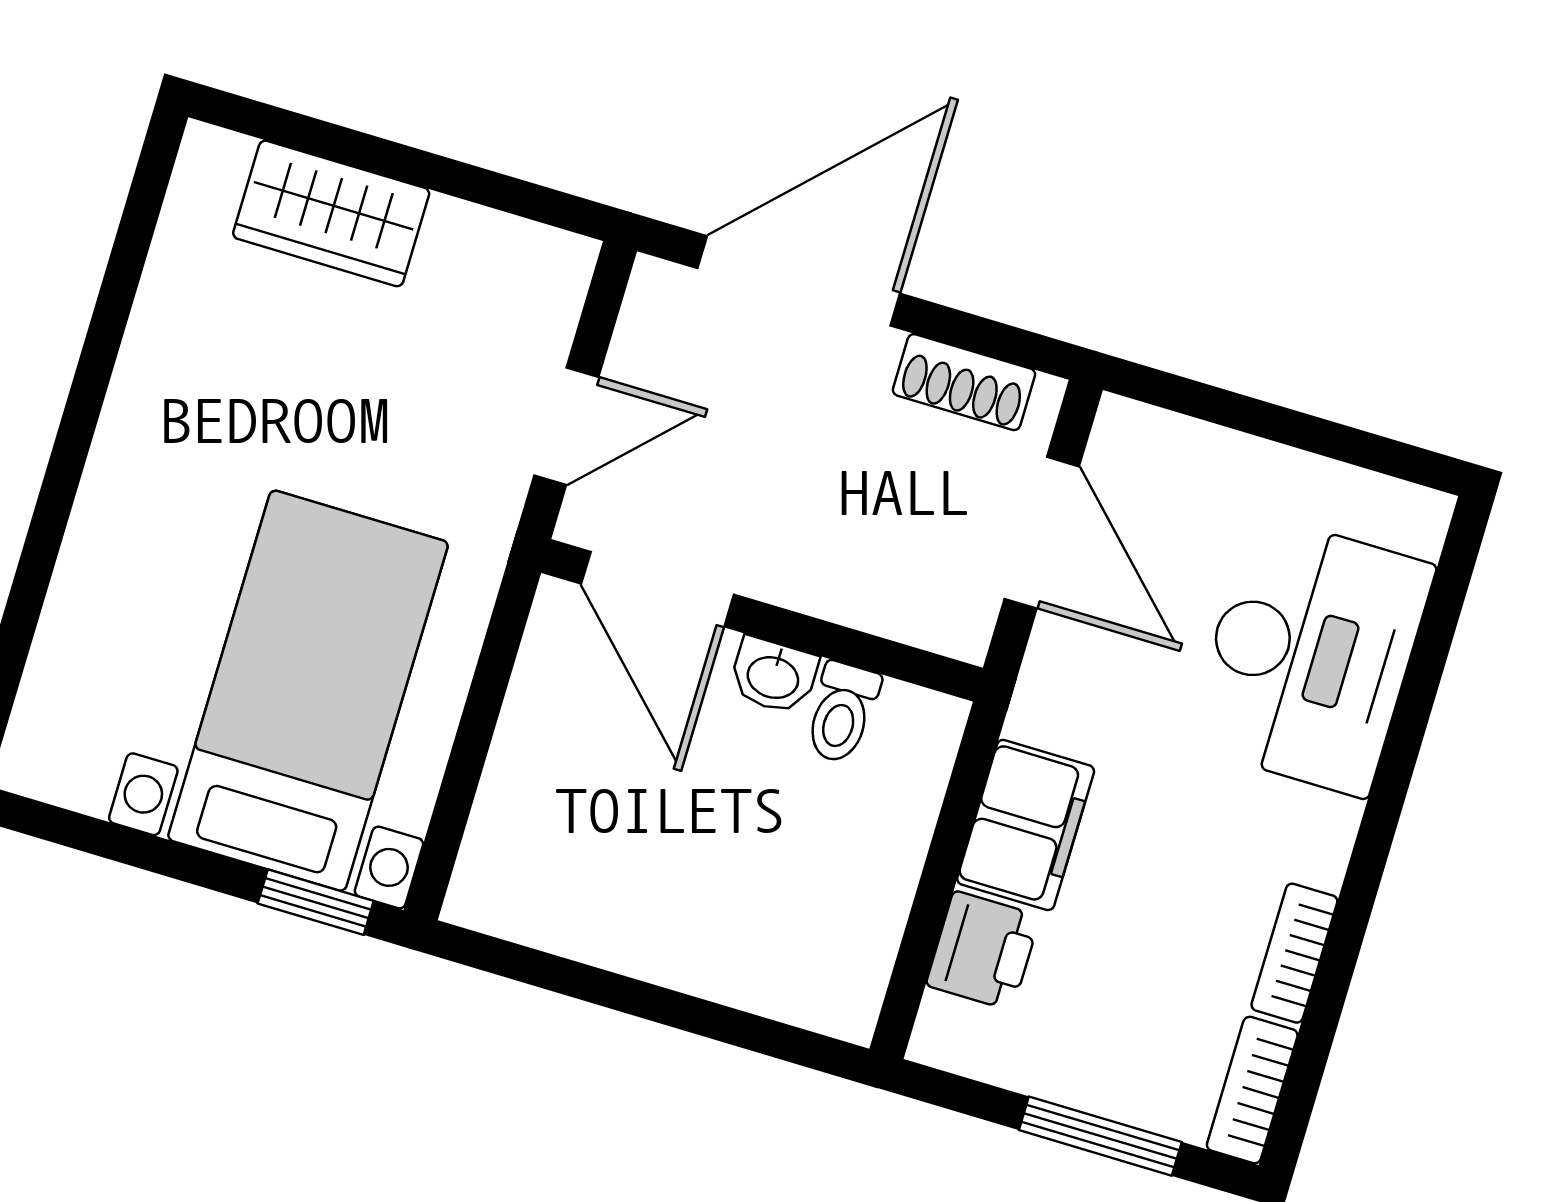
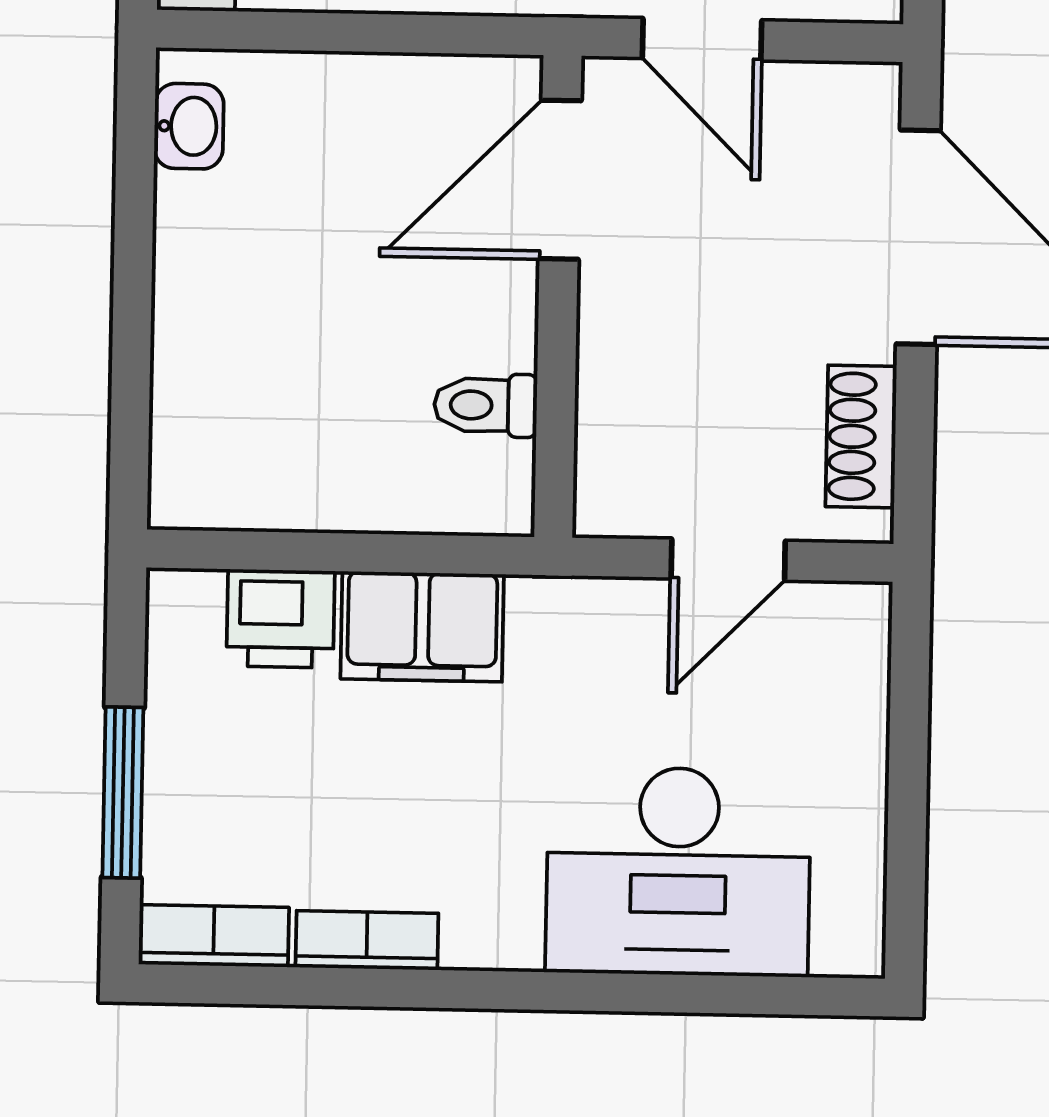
door: (1042, 533) -> (728, 560), width x0.73
washbasin: (773, 676) -> (189, 126), moved, turned 180

